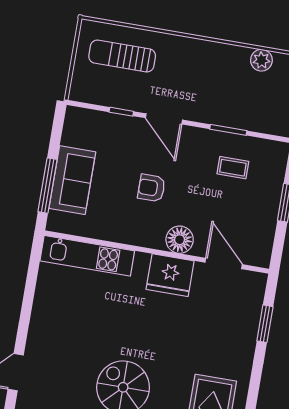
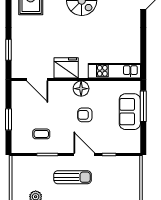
sun lounger: (122, 56) -> (73, 177), moved
armchair: (152, 188) -> (85, 115), turned 180
floor lamp: (180, 240) -> (81, 89), moved

